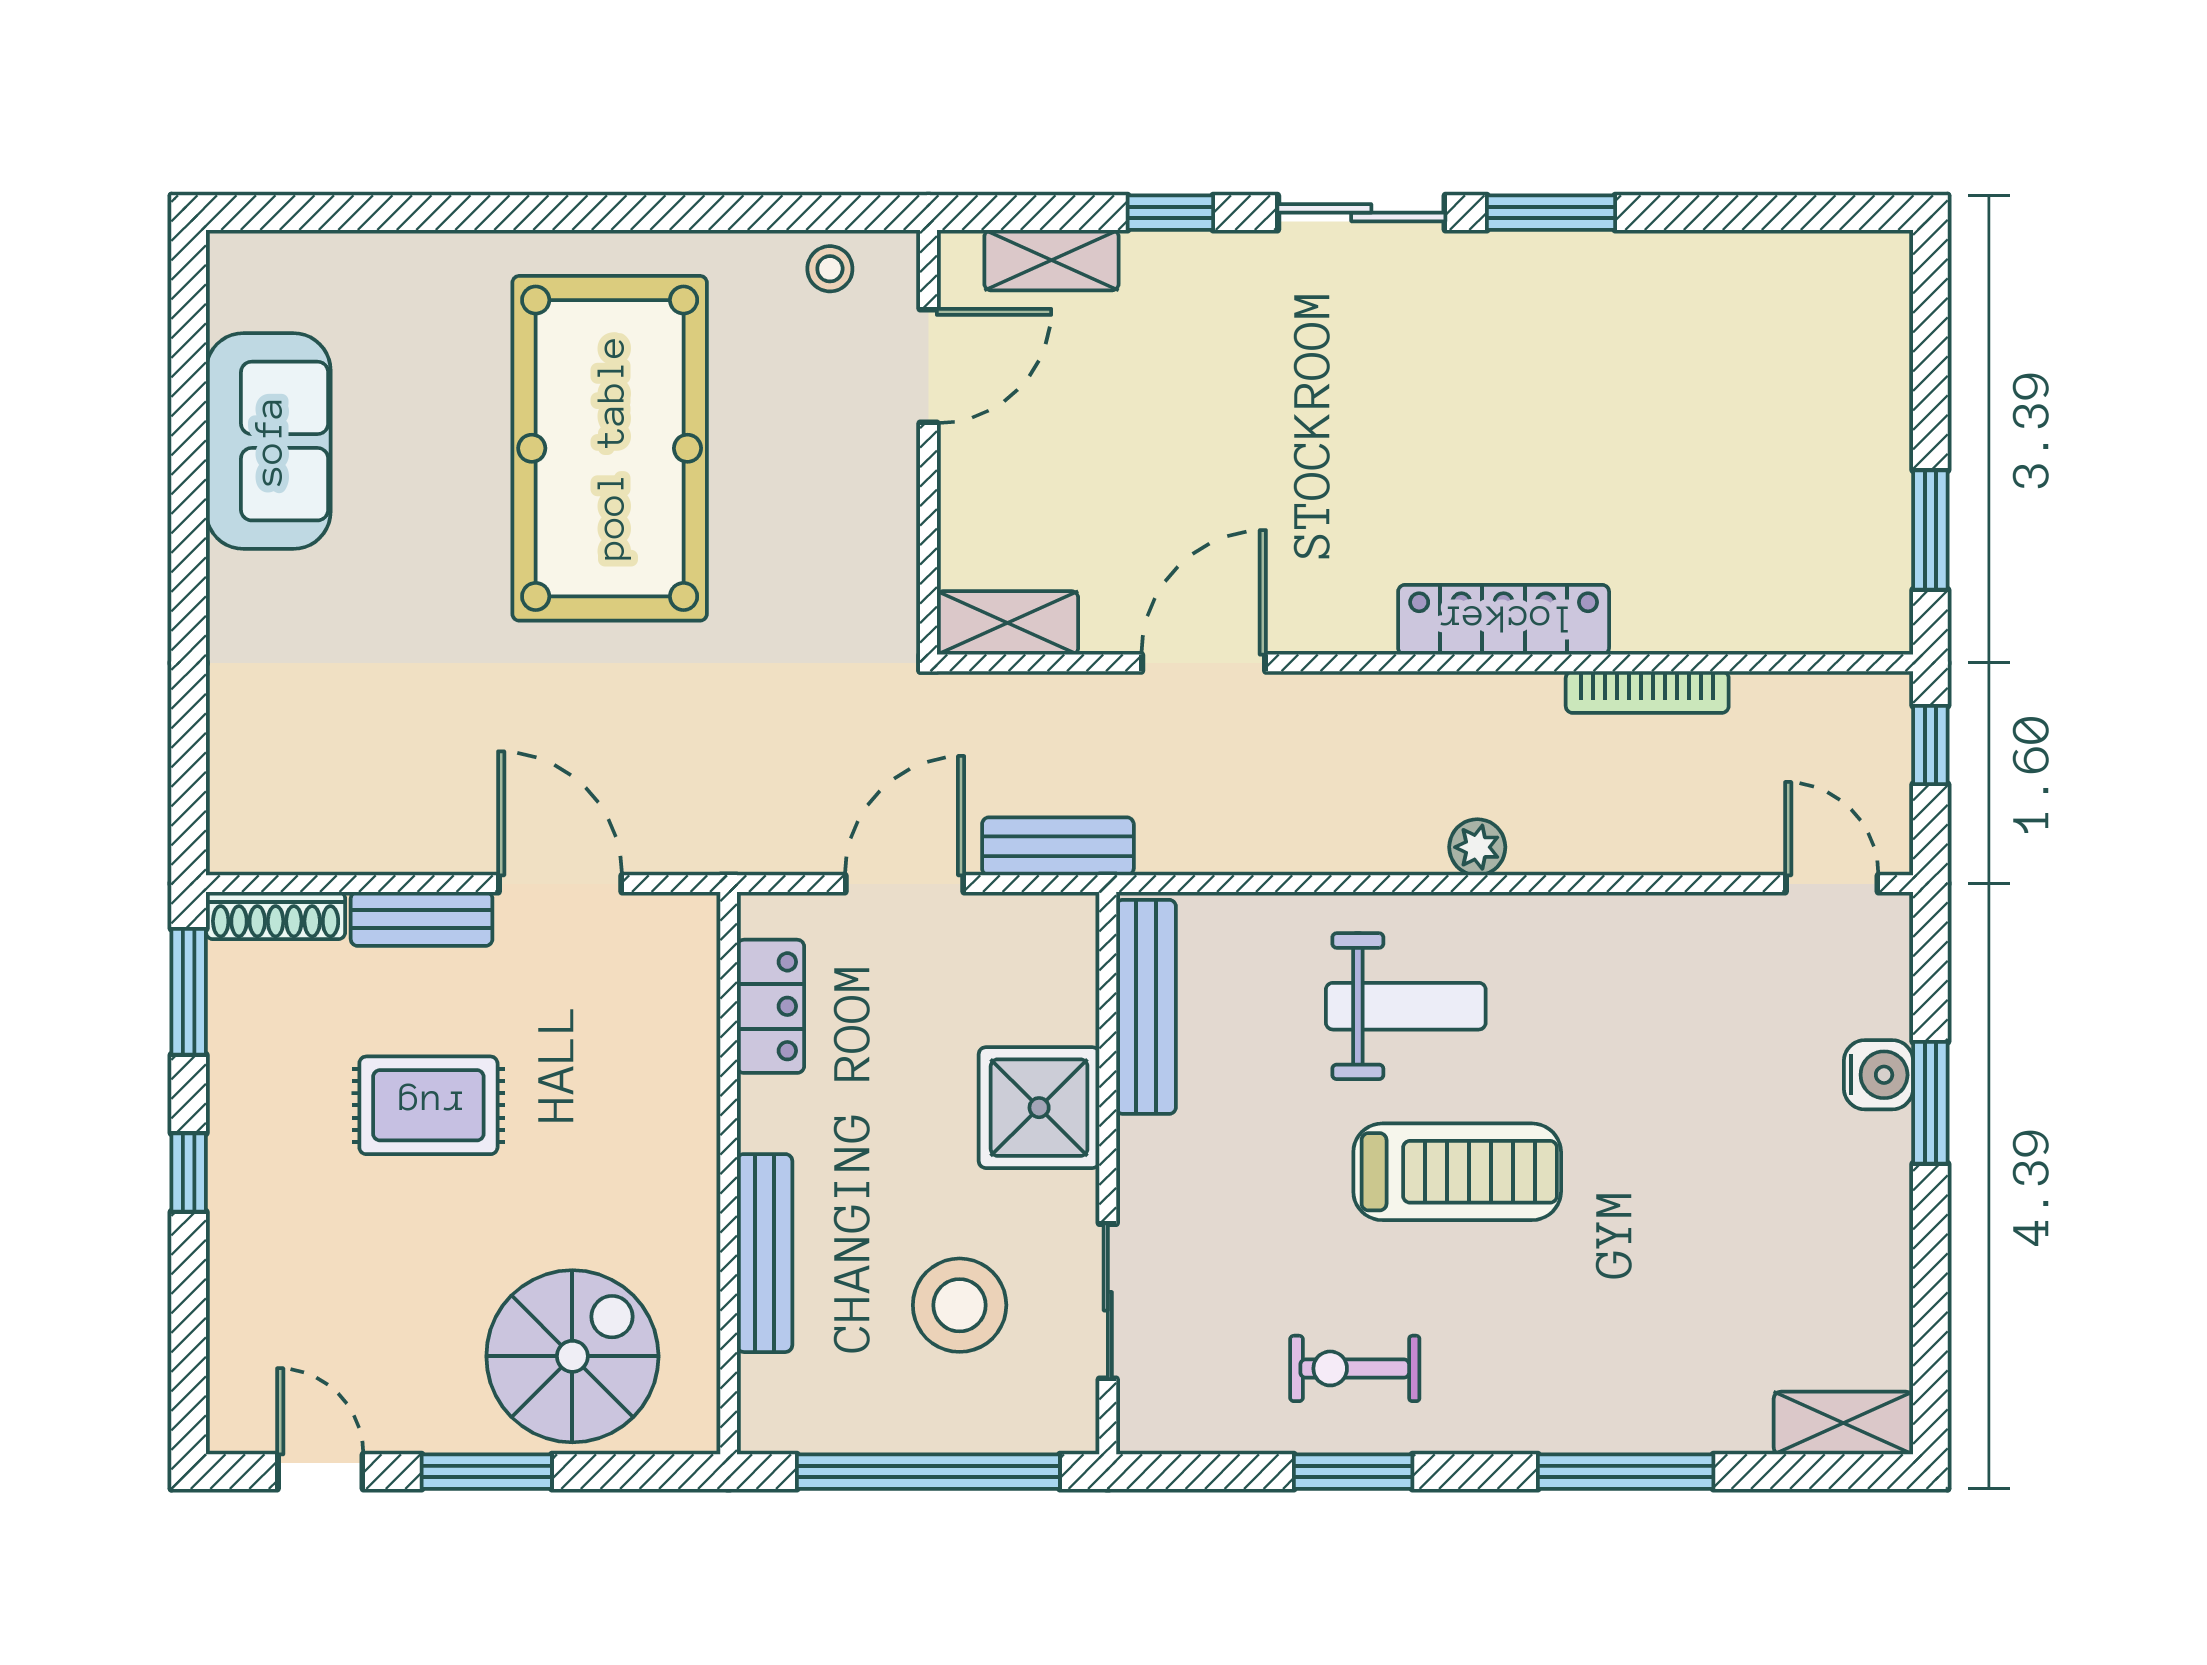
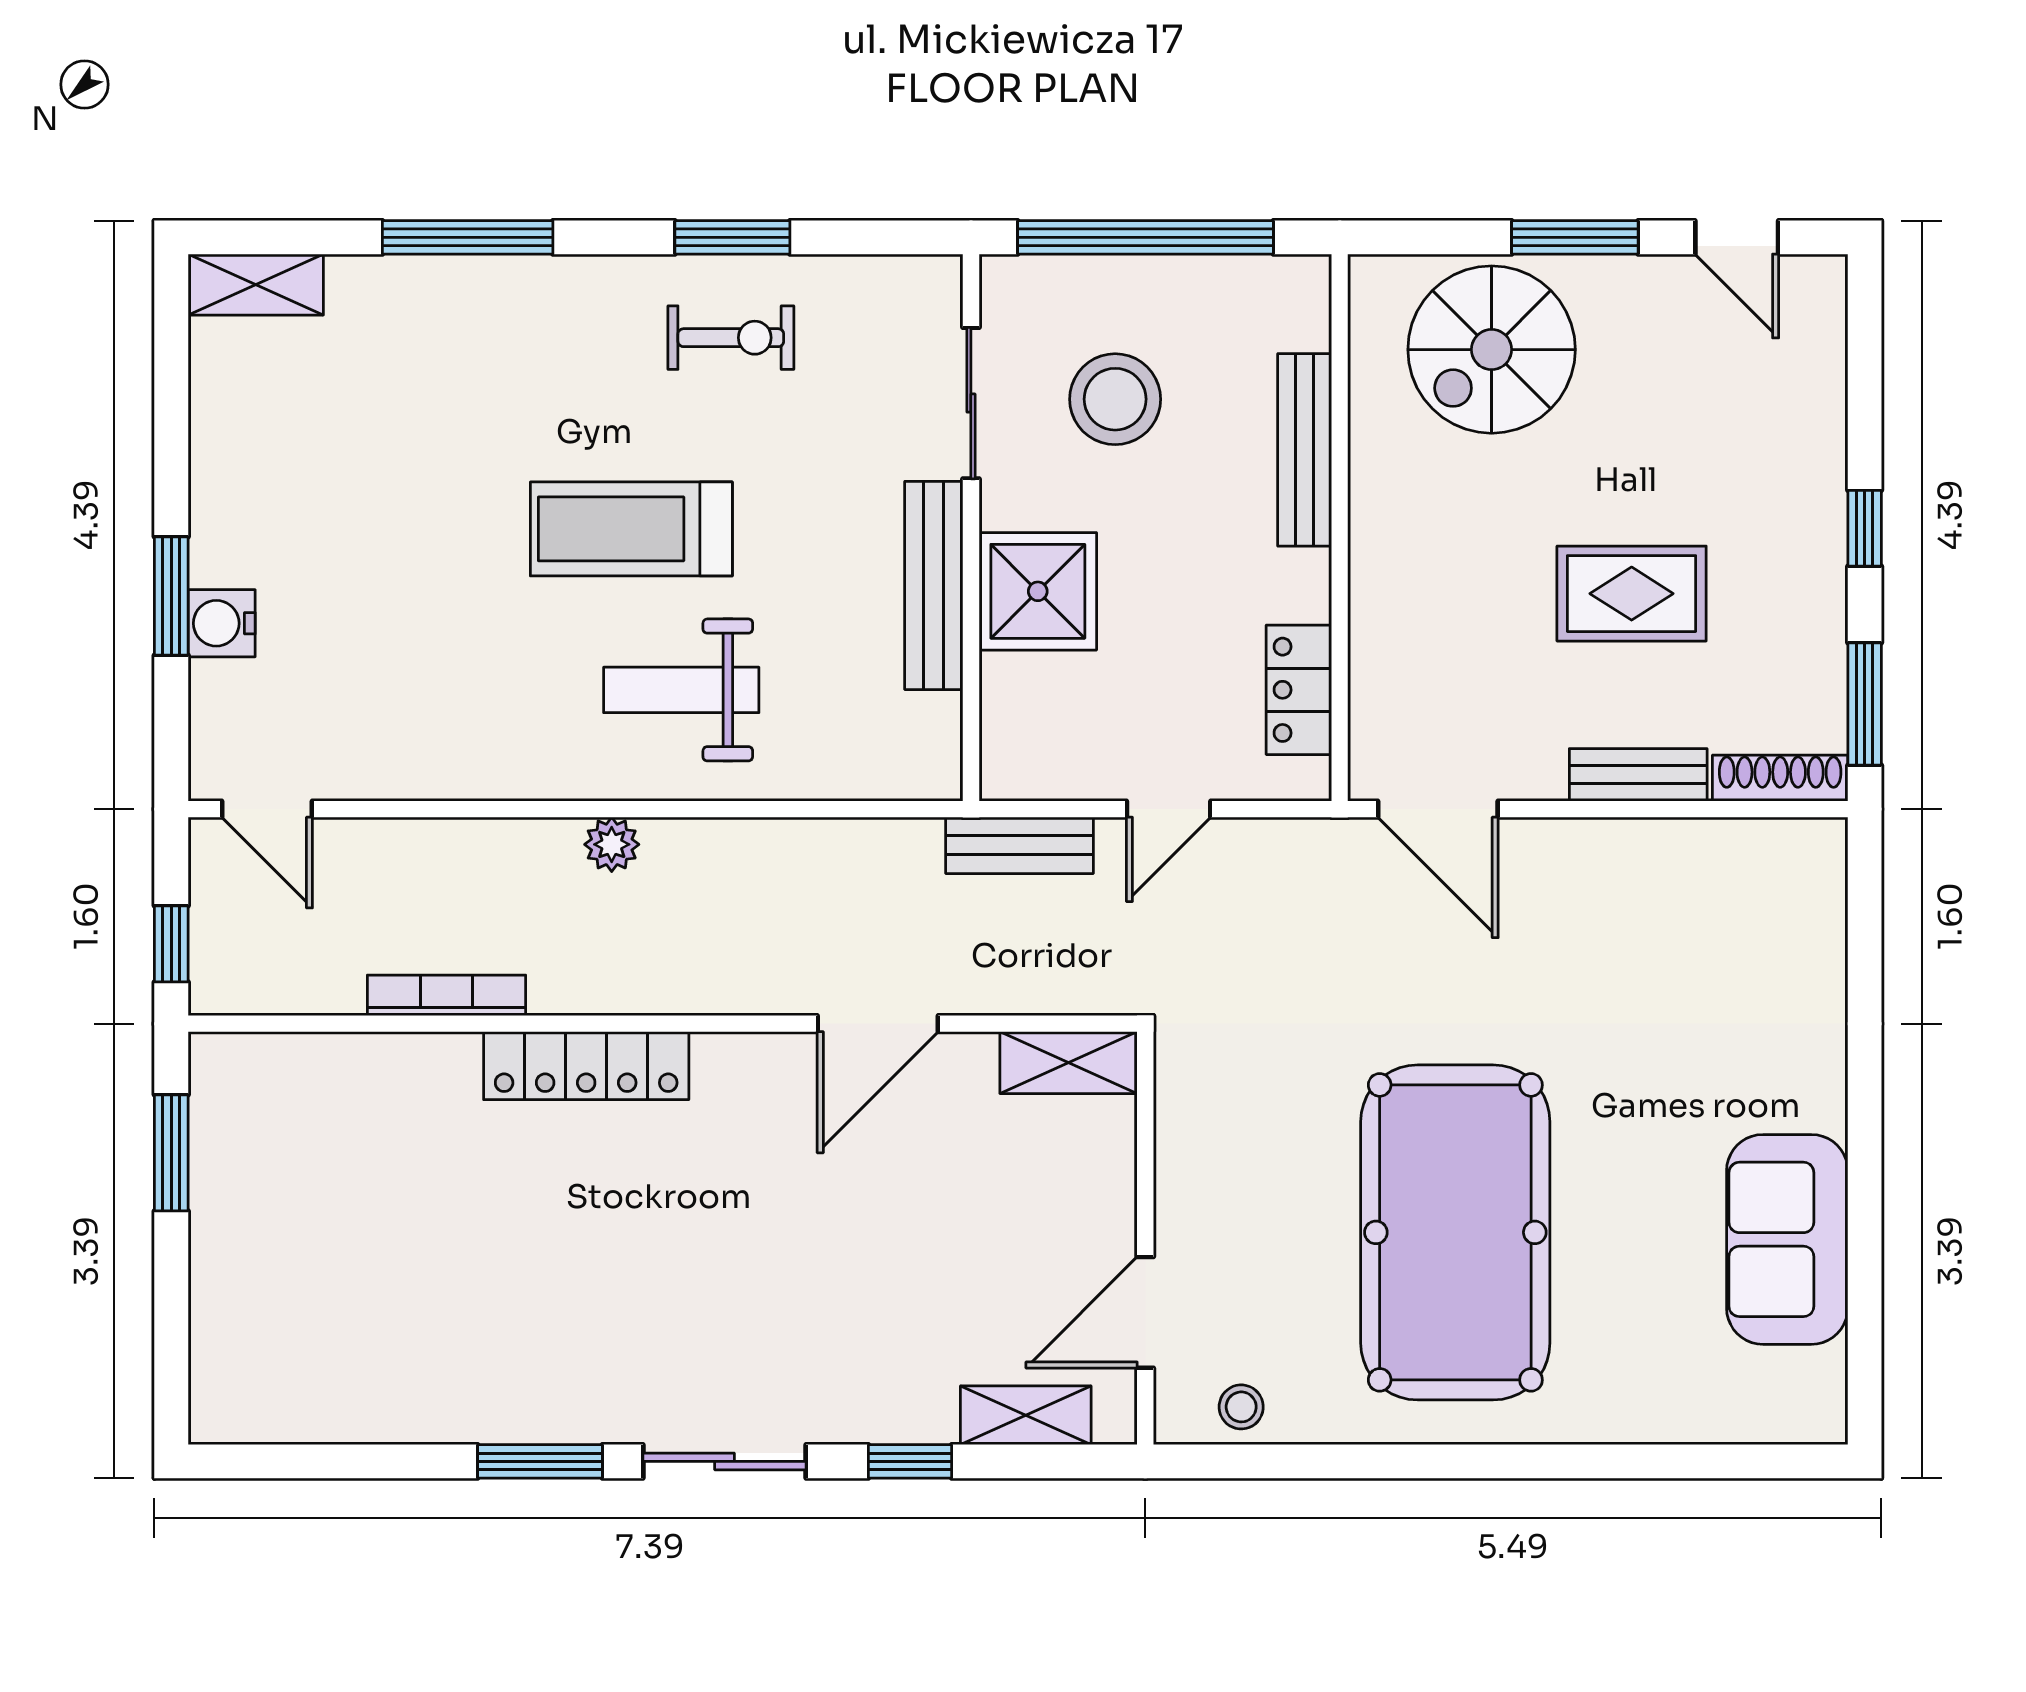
door: (560, 884) -> (1438, 809), moved
door: (905, 884) -> (1169, 809), width x0.73
bench: (1146, 1007) -> (934, 585), moved

